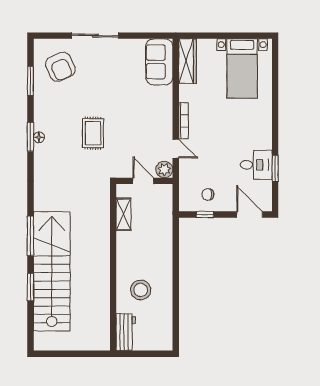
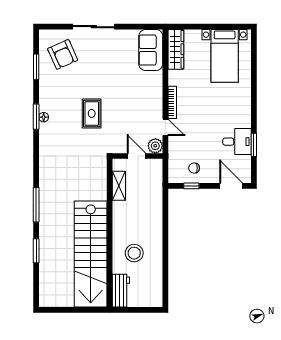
stairs: (52, 271) -> (91, 254), moved, turned 180

